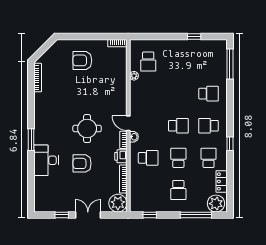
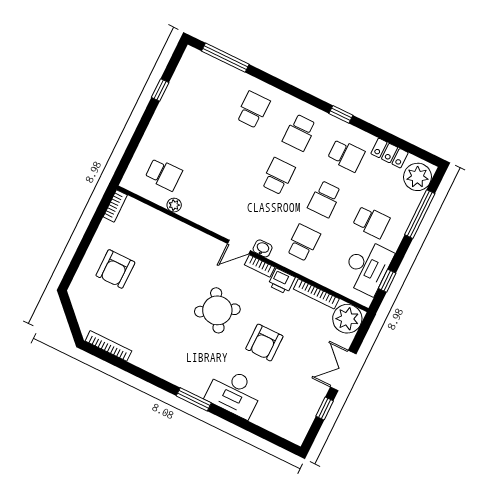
round table: (87, 129) -> (217, 310), turned -30
school desk: (178, 158) -> (325, 199), turned -90
school desk: (209, 158) -> (346, 155), turned 180
desk: (152, 200) -> (367, 267), added

